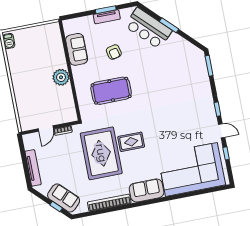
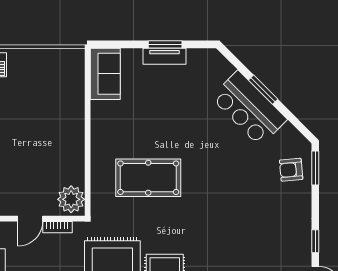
bar counter: (148, 28) -> (249, 108), moved
sofa: (77, 49) -> (105, 74), moved
armchair: (114, 52) -> (291, 170), moved, turned 98
plant: (61, 77) -> (71, 199), moved

